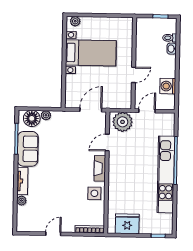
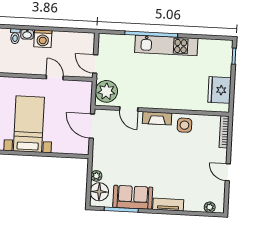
washing machine: (168, 86) -> (43, 39), moved
kitchen unit: (166, 174) -> (166, 45), width x0.73
plant: (21, 201) -> (210, 207), moved

